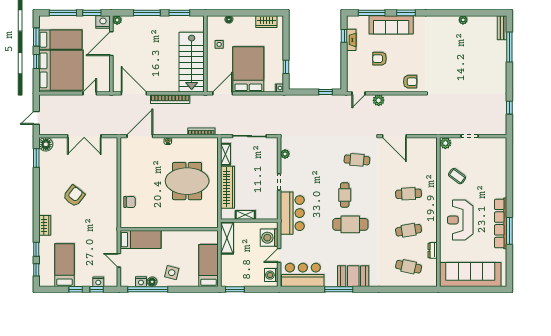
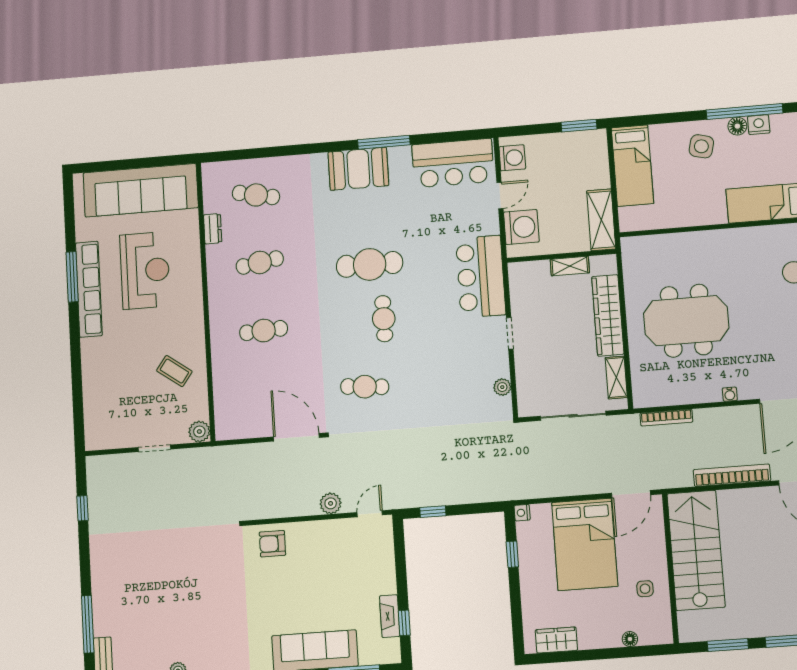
armchair: (380, 59) -> (333, 584), removed
reception desk: (460, 220) -> (145, 270), moved

